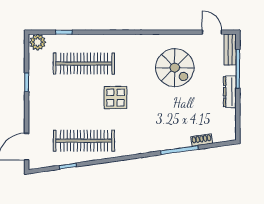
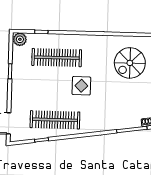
spiral stairs: (175, 68) -> (130, 63), turned 90

